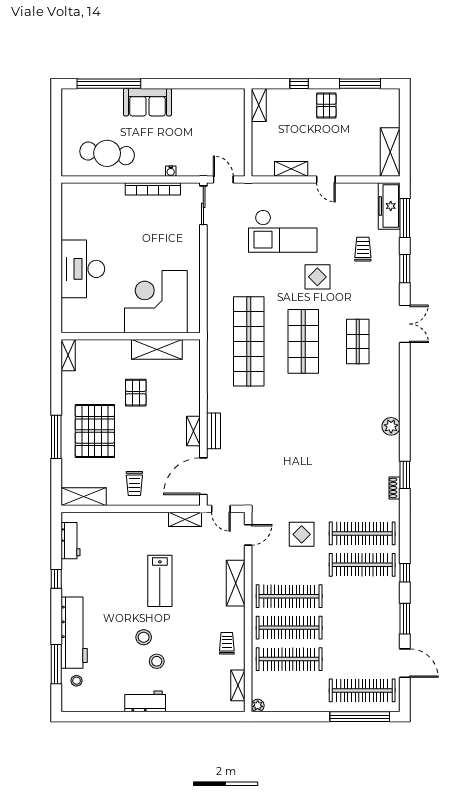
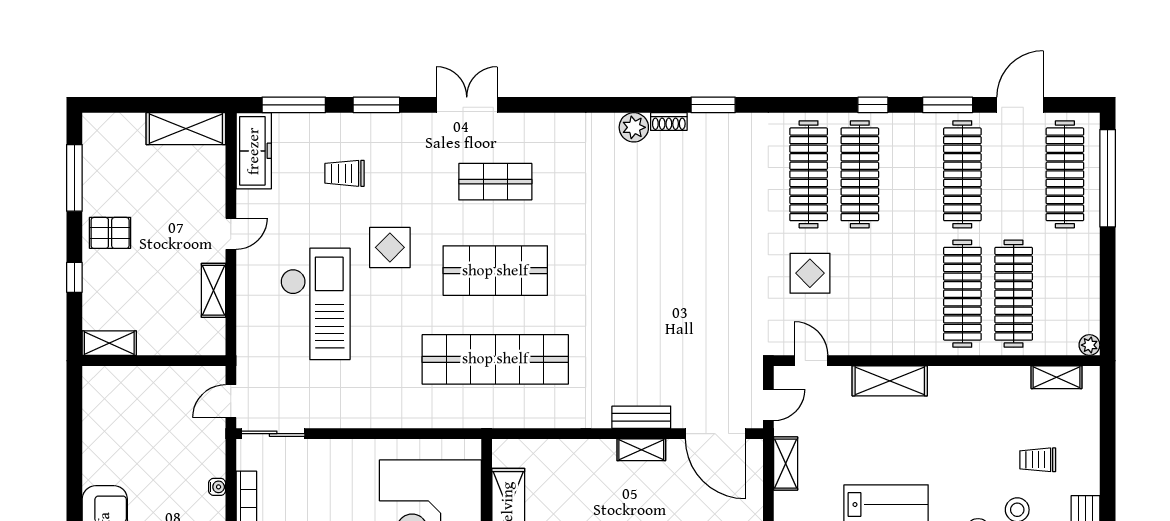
freezer: (389, 206) -> (254, 151), moved, turned -90
shoe rack: (395, 488) -> (669, 122), moved
clothes rail: (289, 596) -> (962, 174), moved
trolley: (227, 643) -> (1038, 460), moved

